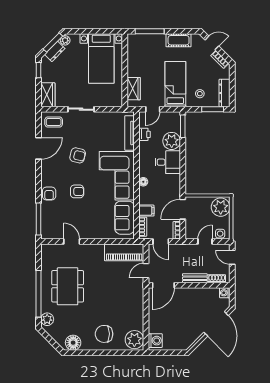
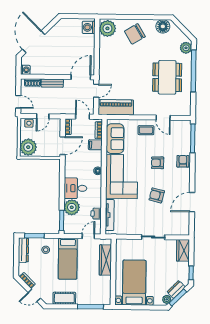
wardrobe: (134, 89) -> (105, 260), width x1.50
coffee table: (54, 122) -> (146, 130), moved
chair: (104, 334) -> (135, 34), turned 149

